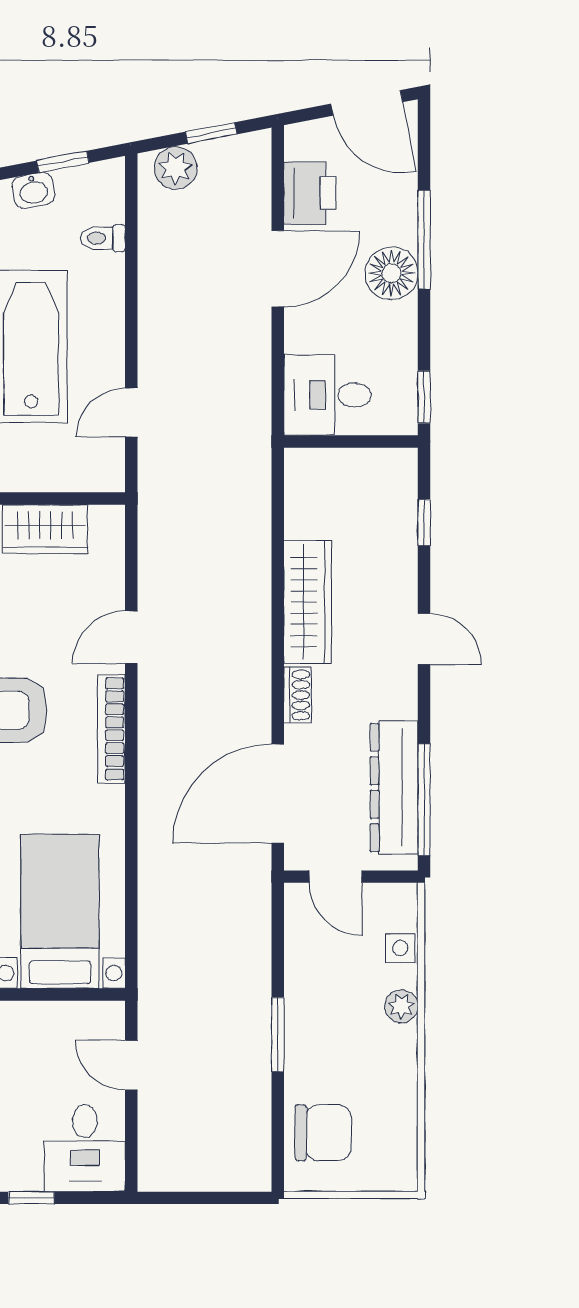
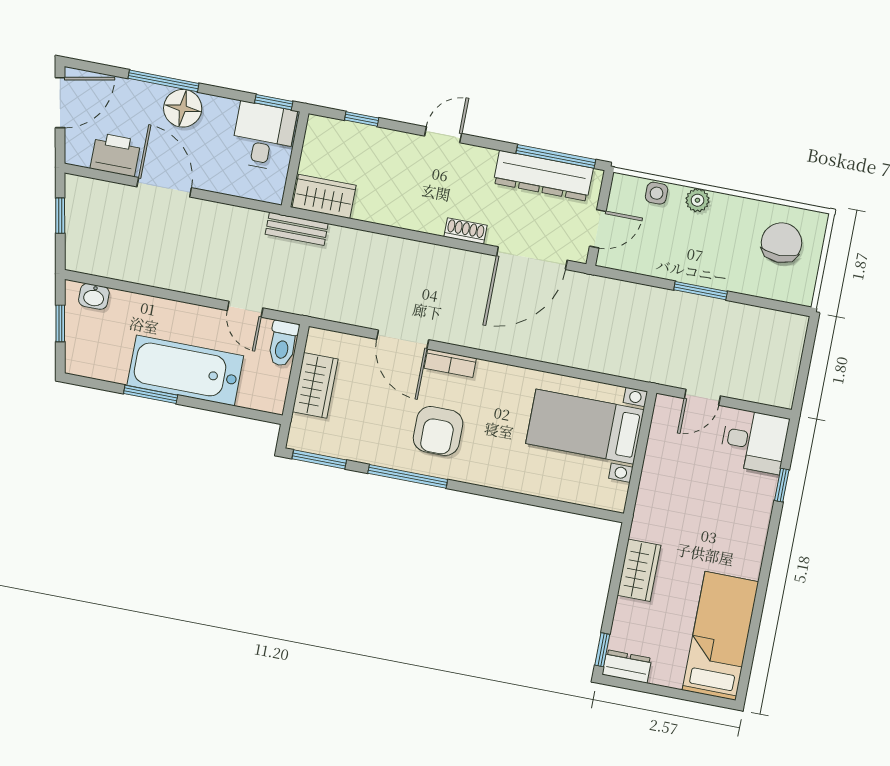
plant: (176, 168) -> (80, 245), removed
washbasin: (33, 190) -> (94, 296), moved, turned 101
toilet: (103, 238) -> (283, 343), moved, width x1.37, depth x1.39
desk: (327, 395) -> (263, 136), moved, turned 180
bench: (256, 462) -> (297, 229), added
wardrobe: (308, 602) -> (324, 196), moved, width x0.67
door: (131, 637) -> (403, 340), width x1.38
bookcase: (111, 729) -> (450, 363), width x0.64
door: (278, 794) -> (532, 258), hinge flipped
chair: (323, 1133) -> (782, 243), moved

